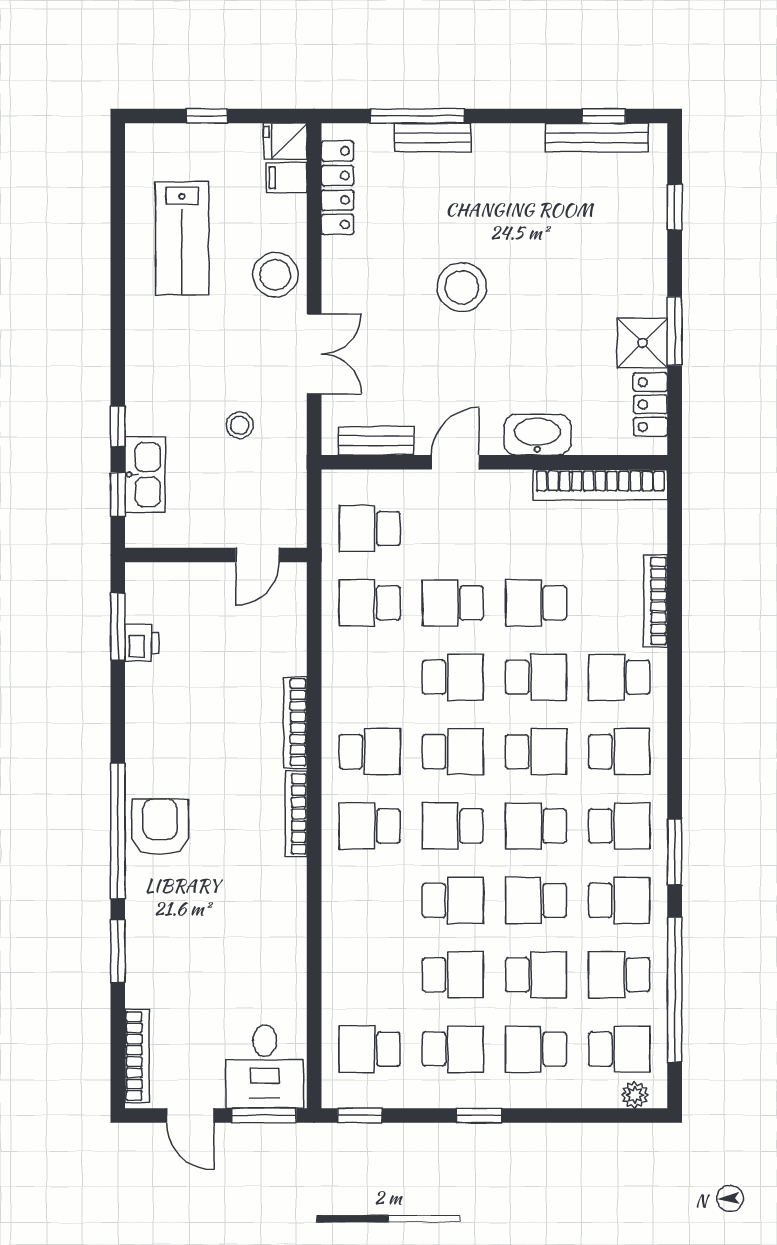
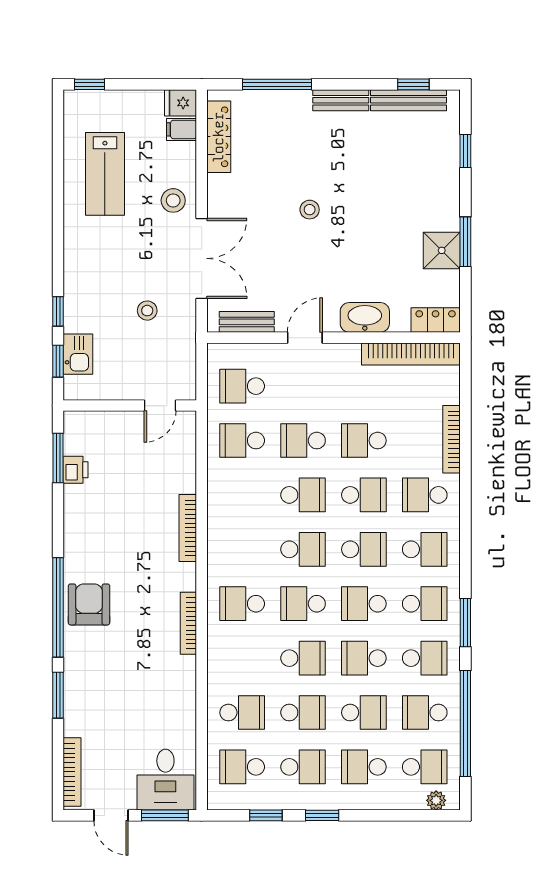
window: (207, 116) -> (90, 84), moved
bench: (433, 138) -> (341, 100), moved
stool: (275, 275) -> (173, 200), width x0.73, depth x0.73
stool: (462, 287) -> (310, 210), width x0.53, depth x0.53
double door: (314, 354) -> (202, 258), width x1.37
locker: (651, 404) -> (436, 320), moved, turned 90
kitchen sink: (145, 475) -> (78, 354), width x0.73
school desk: (370, 752) -> (242, 713), moved
bookcase: (296, 814) -> (188, 623), moved
window: (360, 1115) -> (266, 815), moved

